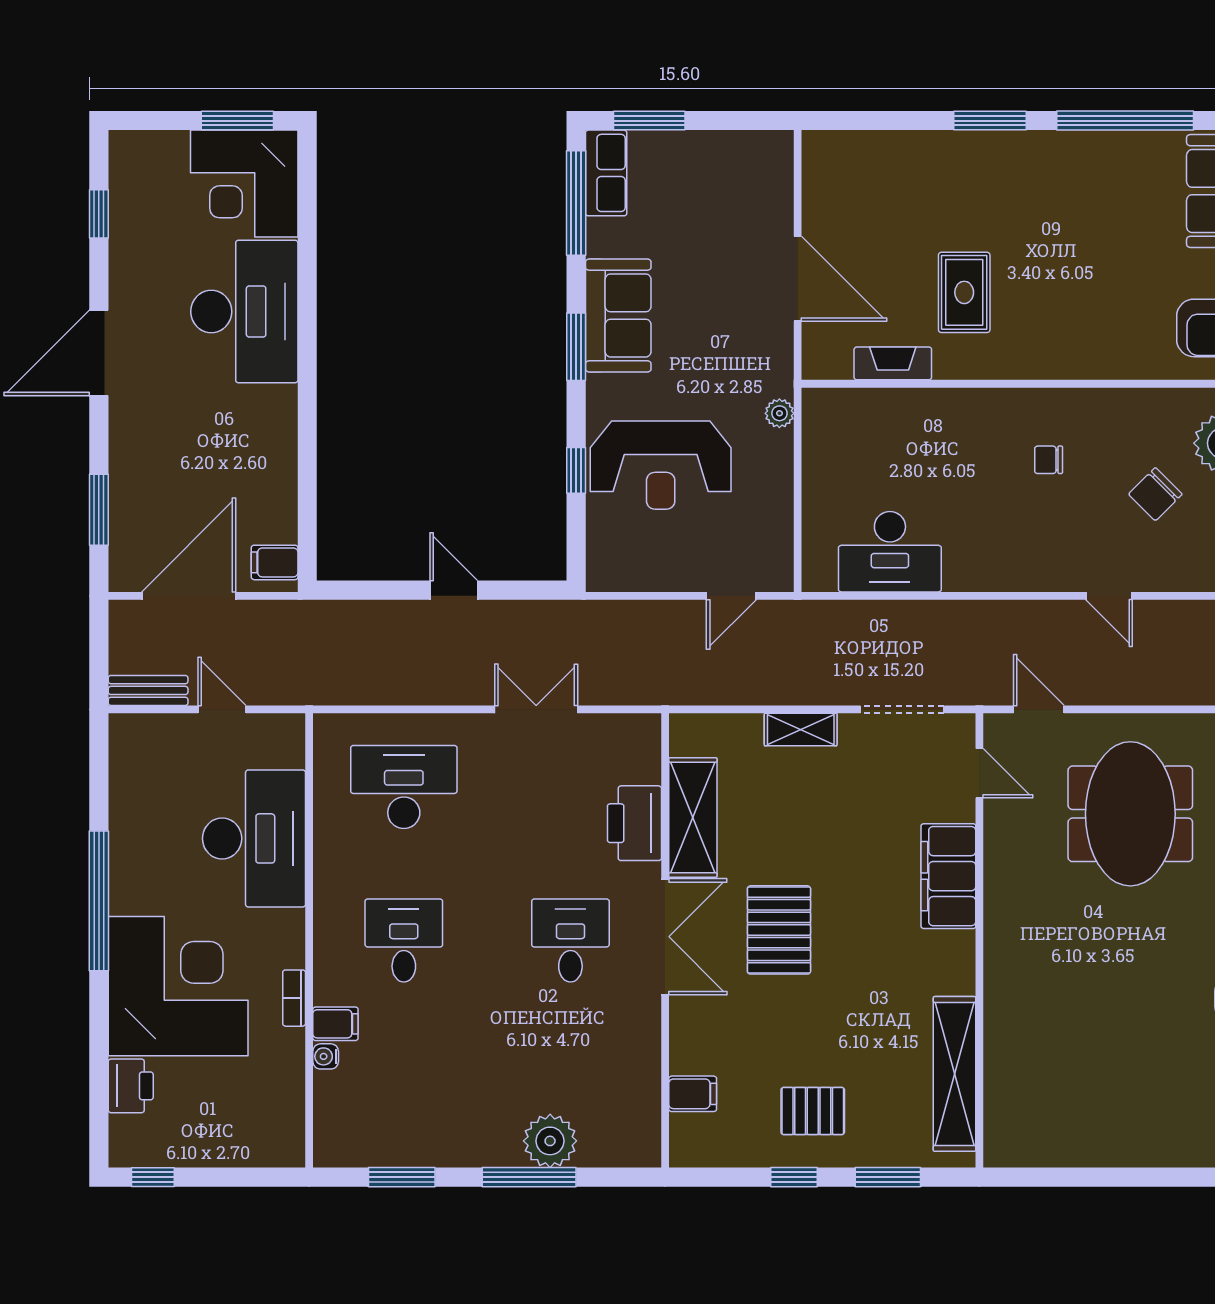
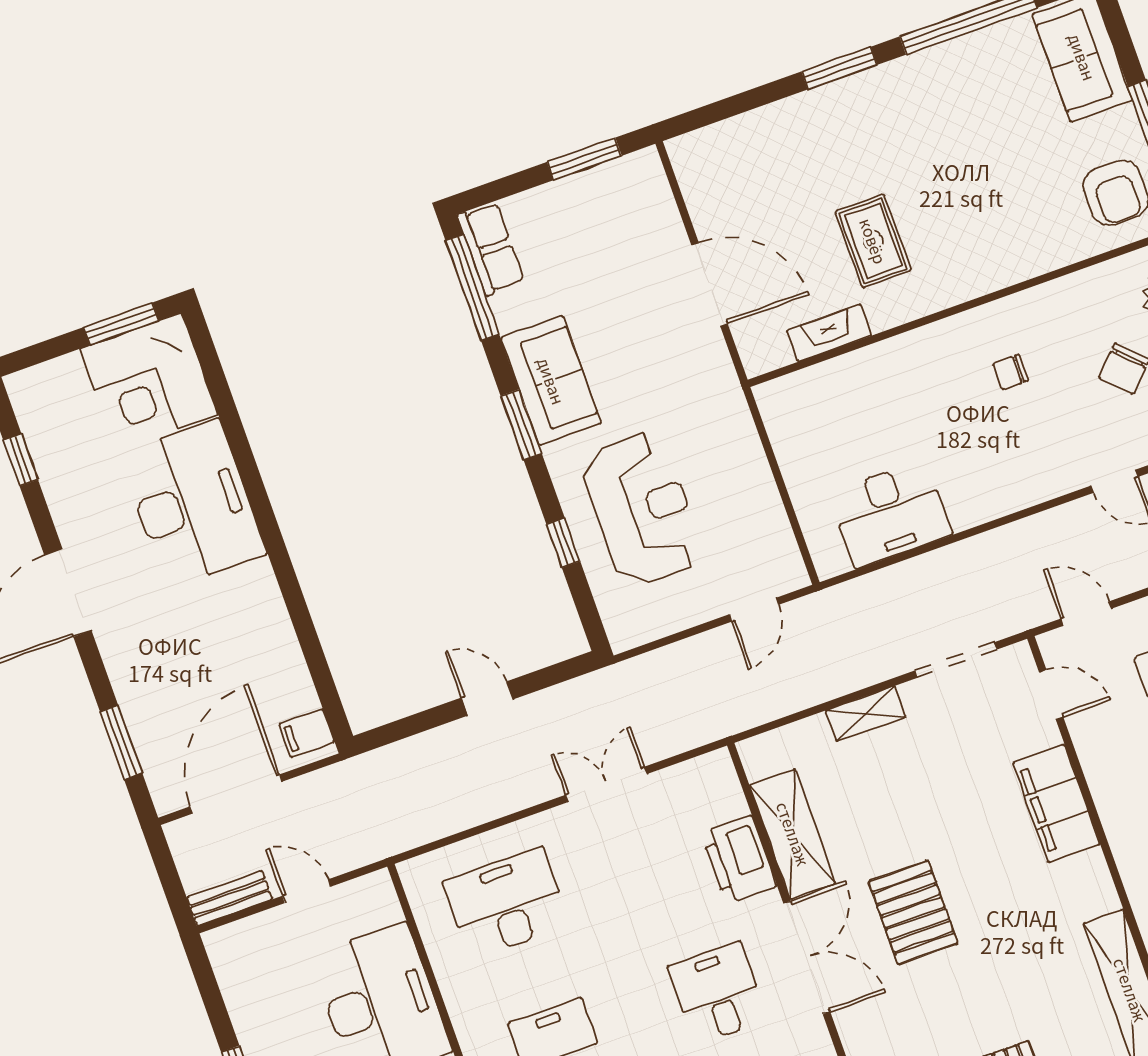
window: (649, 121) -> (584, 159), moved
plant: (779, 413) -> (738, 419), removed
reception desk: (661, 465) -> (642, 509), turned -90

